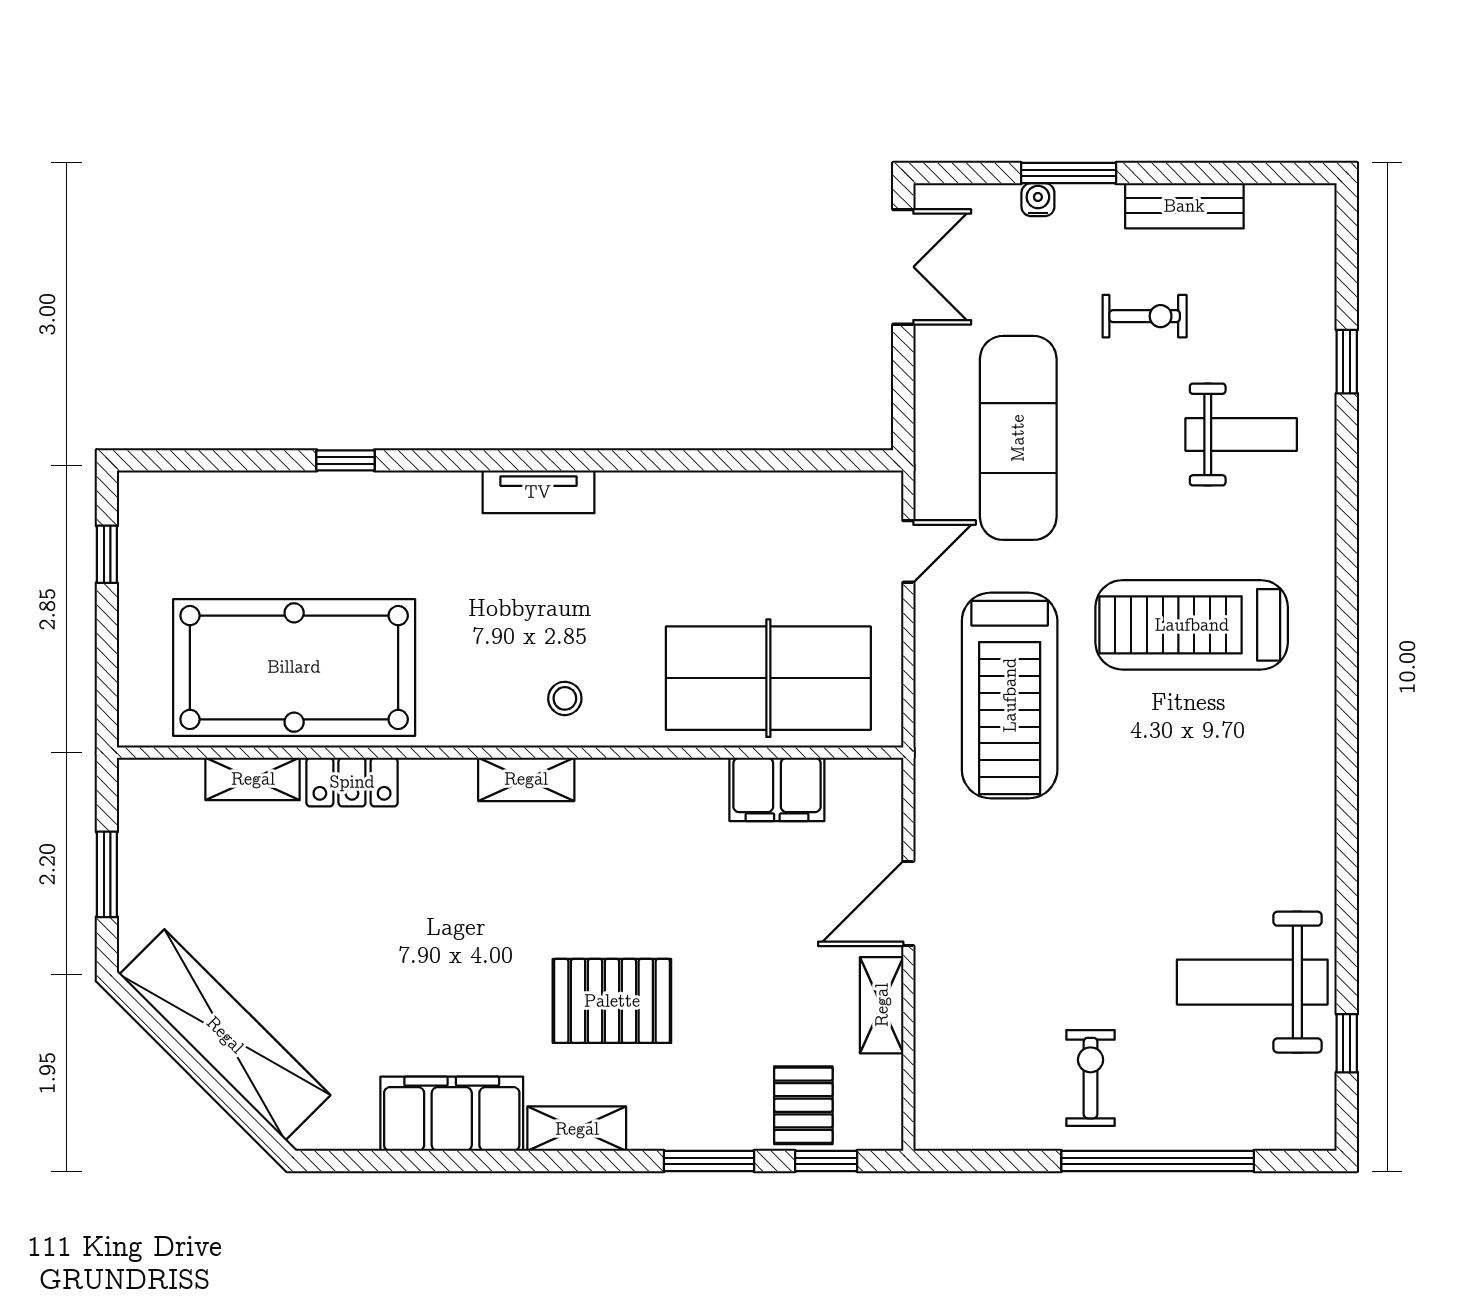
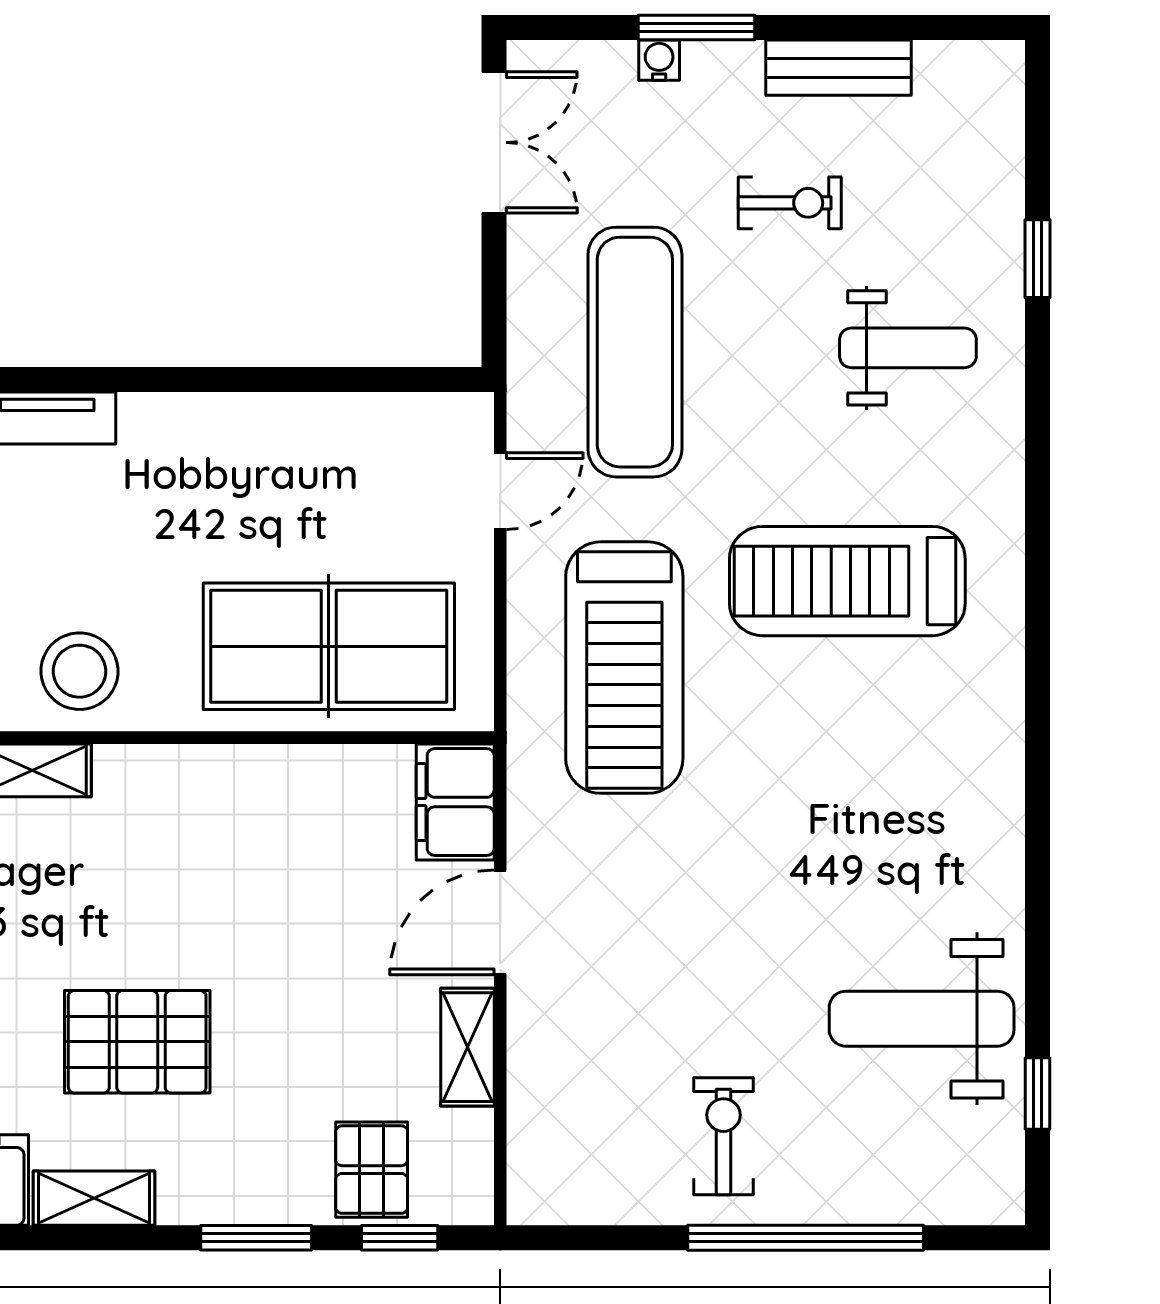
stool: (565, 698) -> (79, 671), width x1.89, depth x1.89
filing cabinet: (777, 789) -> (455, 802), moved, turned 90

